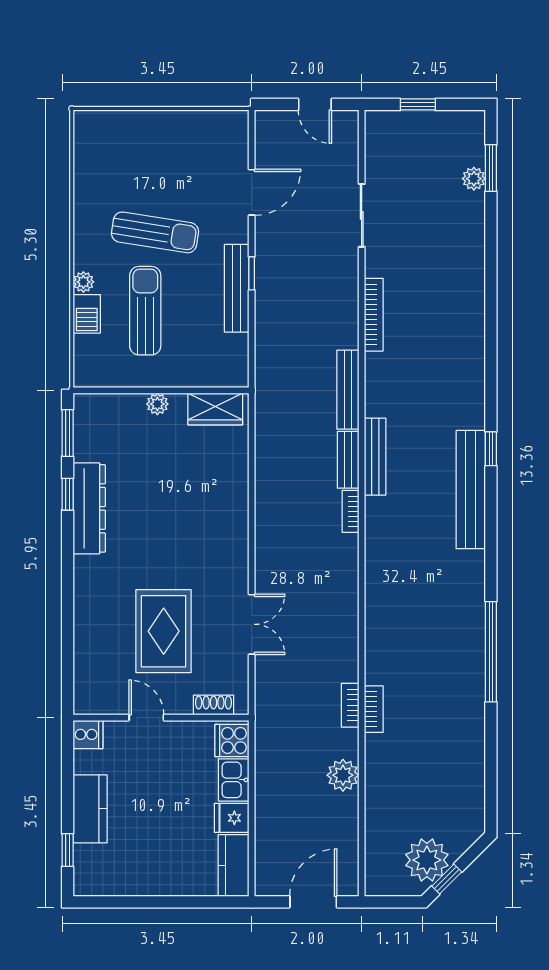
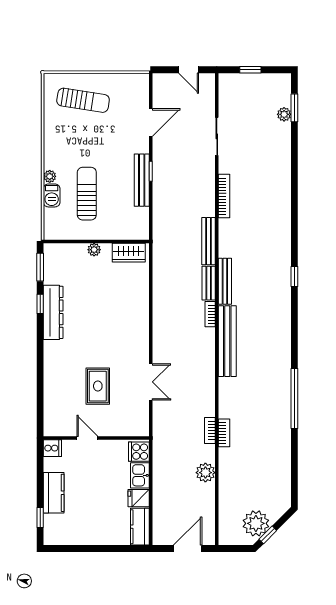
sun lounger: (155, 232) -> (83, 100), moved
bench: (471, 490) -> (227, 341), moved
rug: (164, 631) -> (98, 386), width x0.73, depth x0.70
shoe rack: (213, 705) -> (128, 430), removed

